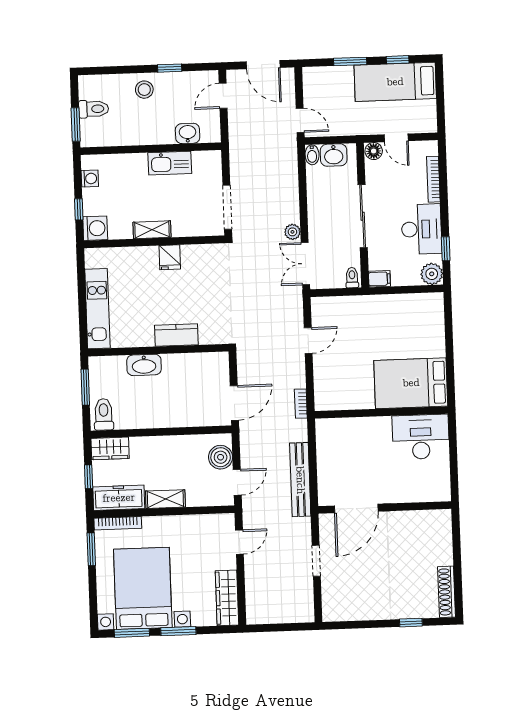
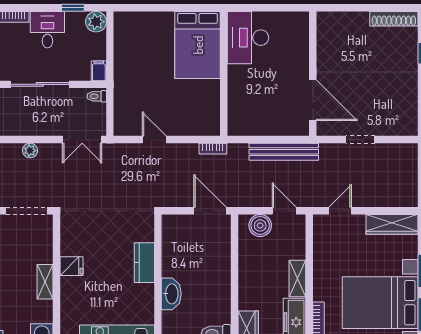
desk: (422, 229) -> (47, 30), width x0.73
plant: (292, 232) -> (30, 151), moved
door: (239, 542) -> (340, 211), hinge flipped

